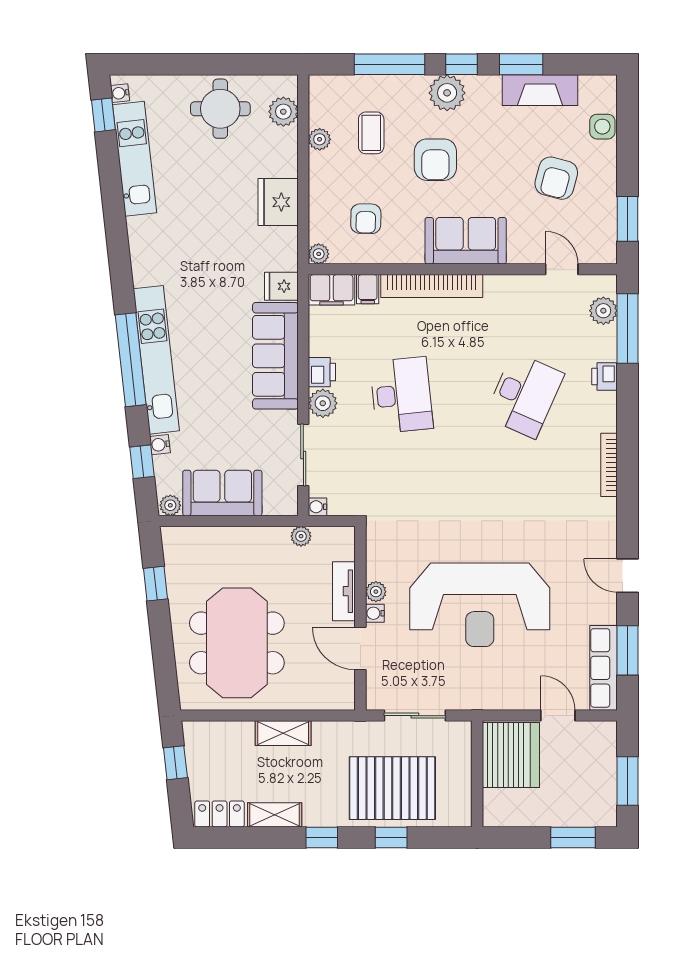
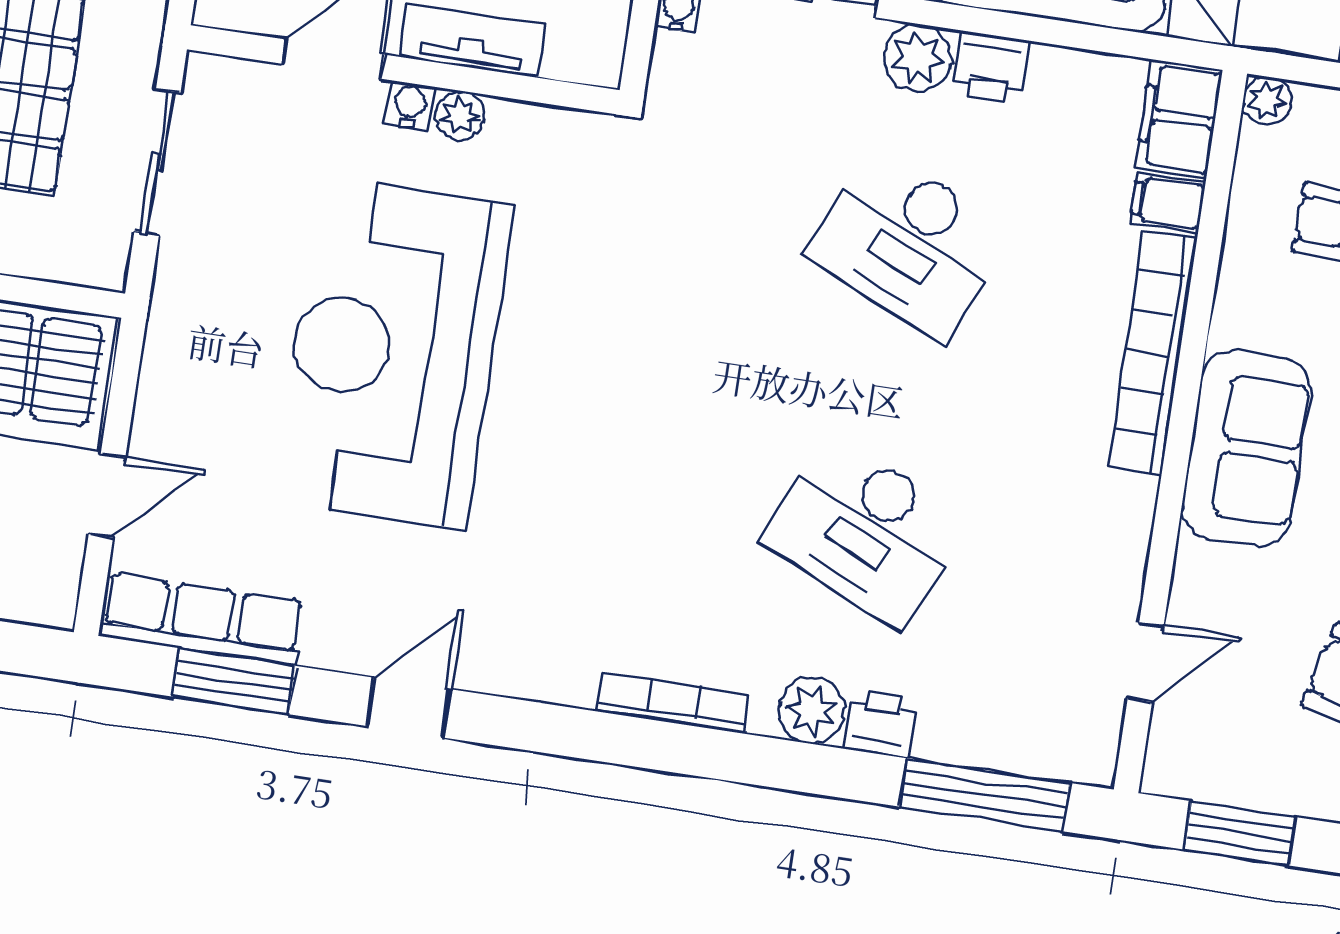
plant: (603, 311) -> (812, 711), moved
desk: (401, 395) -> (909, 244), turned 30

